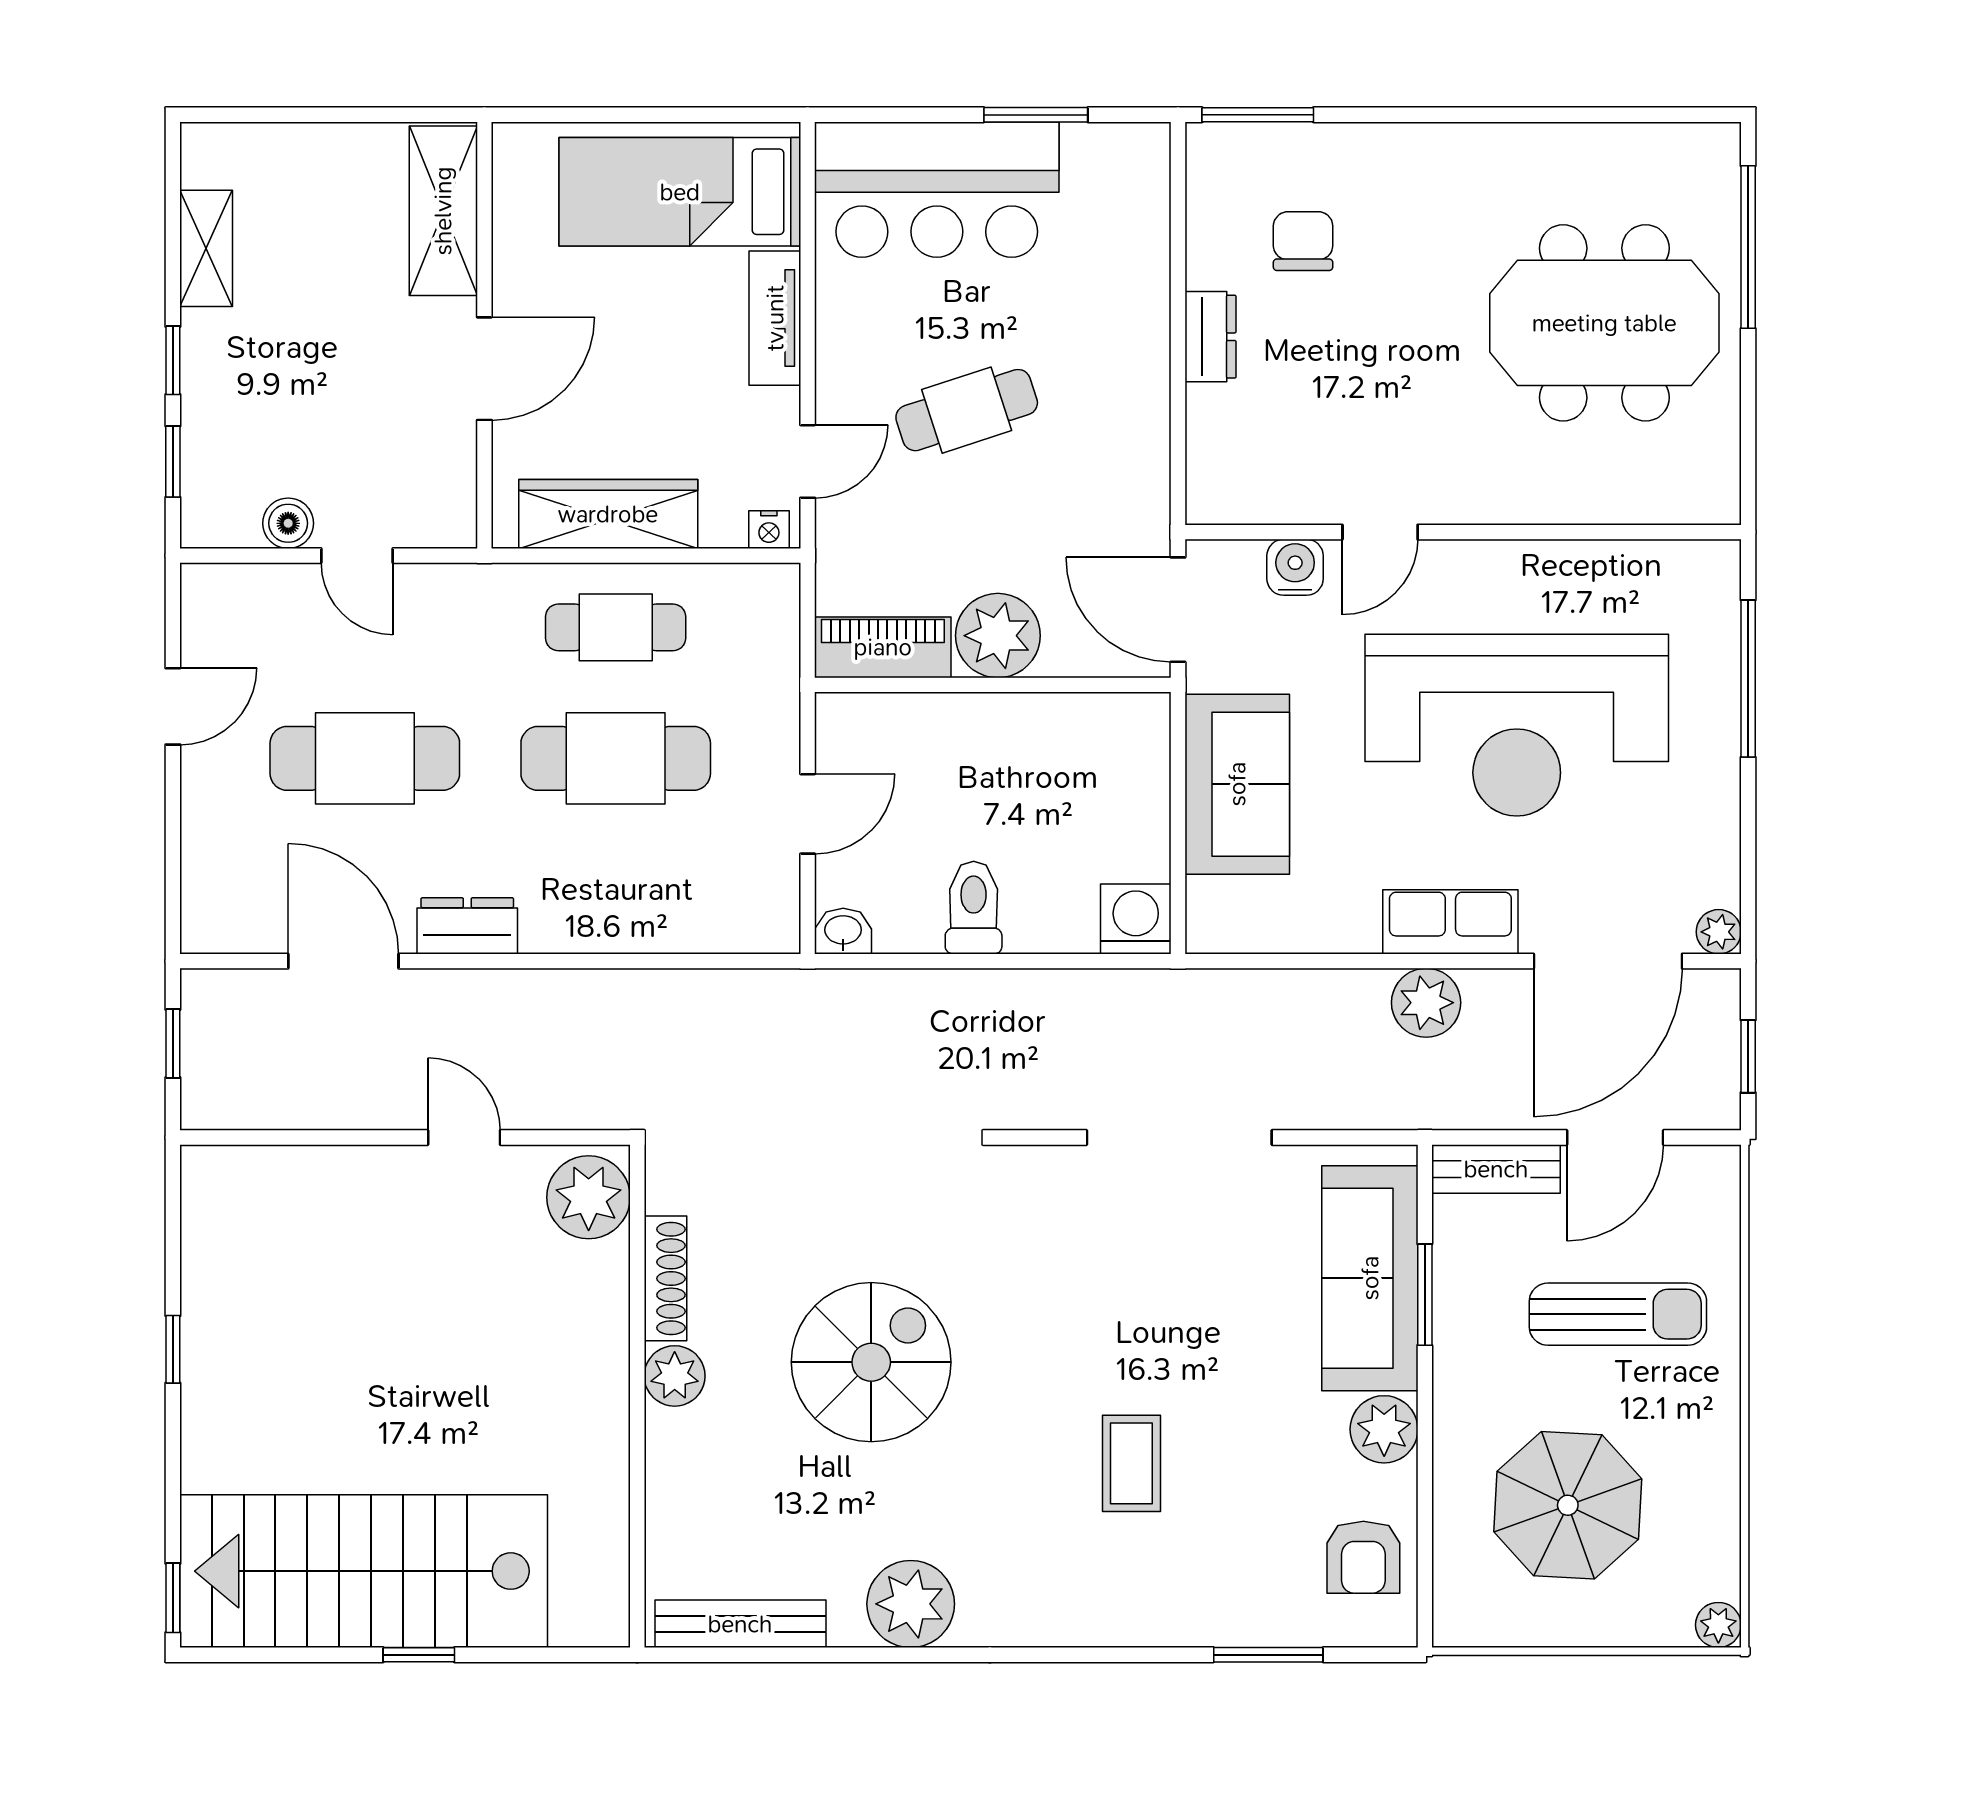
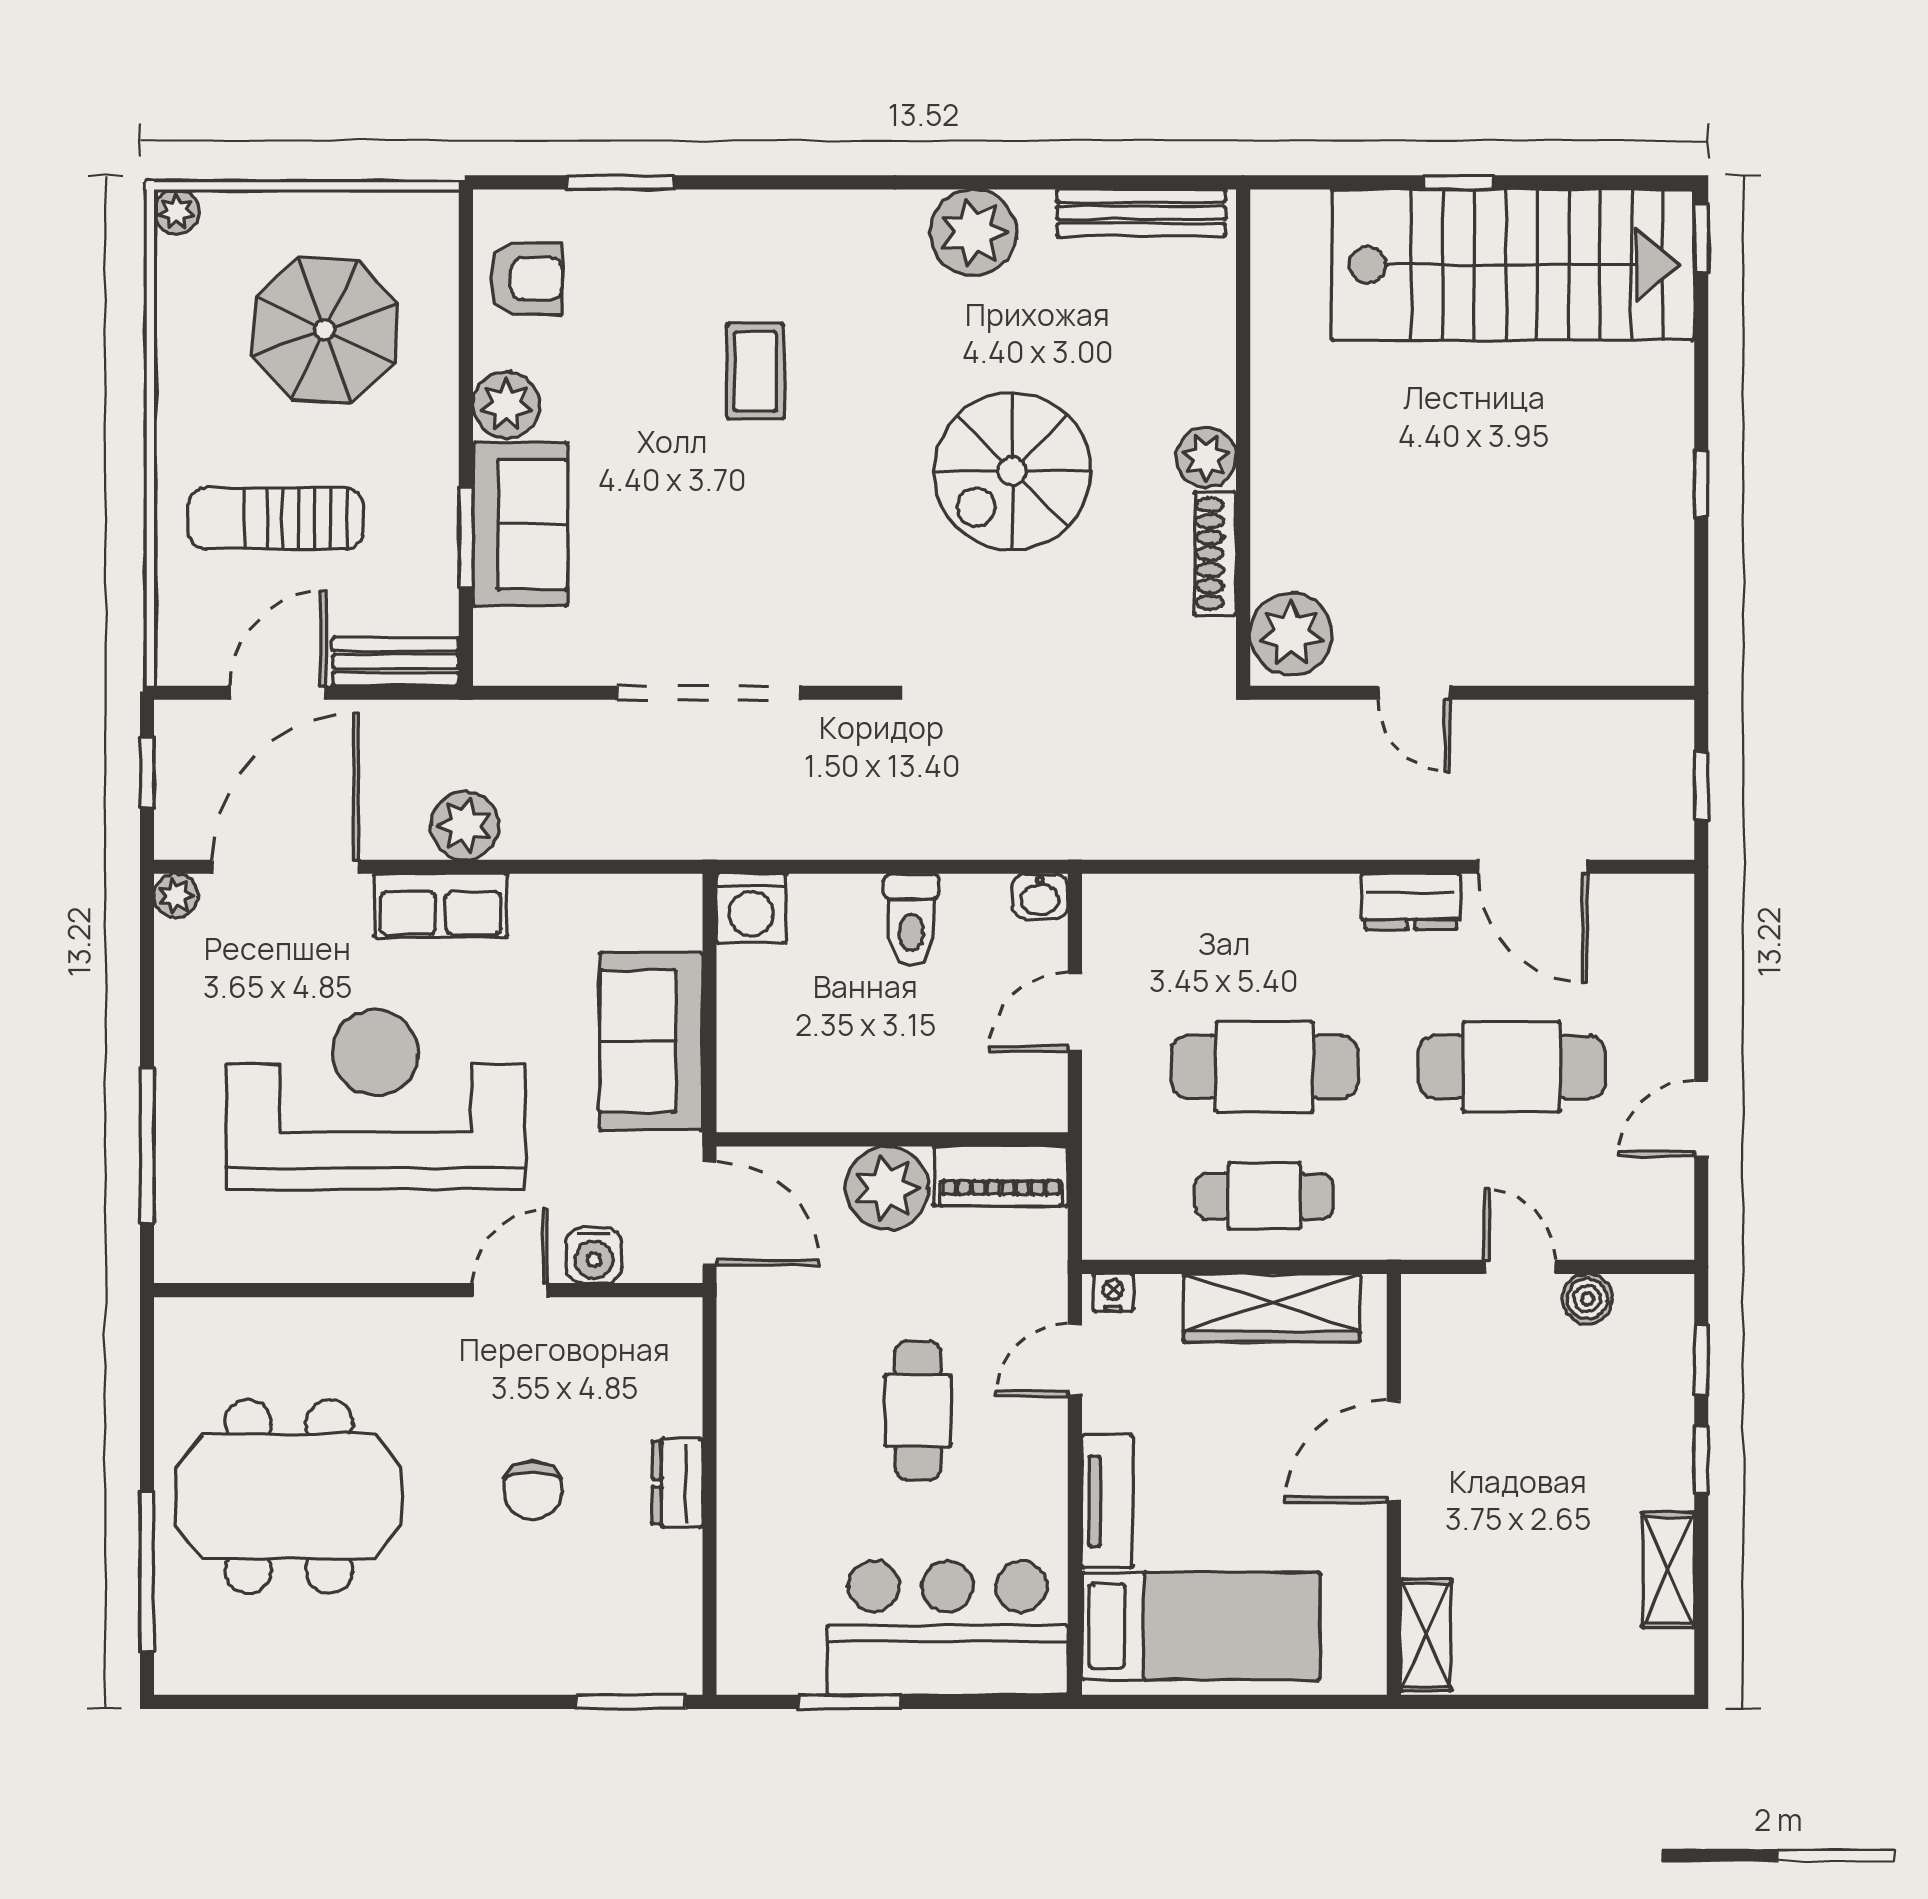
shelving: (443, 211) -> (1426, 1635), width x0.67, depth x0.75
chair: (1303, 241) -> (533, 1490), moved
cafe table: (967, 410) -> (918, 1410), turned -72
sofa: (1370, 1278) -> (520, 524), width x0.73
armchair: (1363, 1557) -> (527, 279), turned 90

